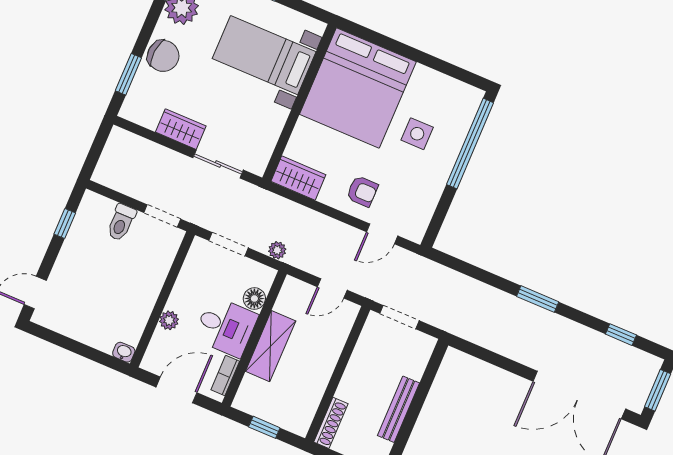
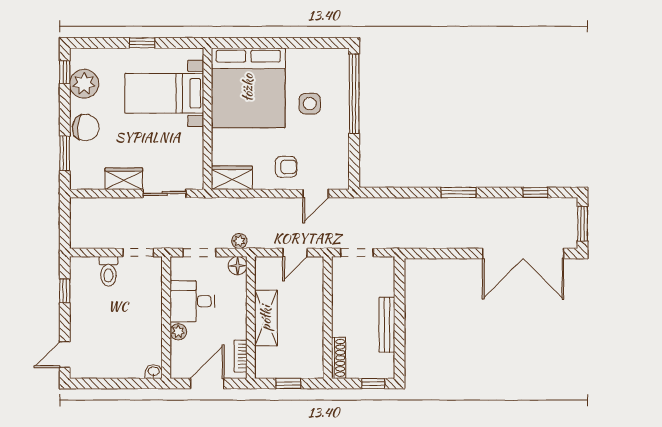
floor lamp: (254, 299) -> (238, 266), moved
desk: (226, 327) -> (192, 301), moved, turned 180

